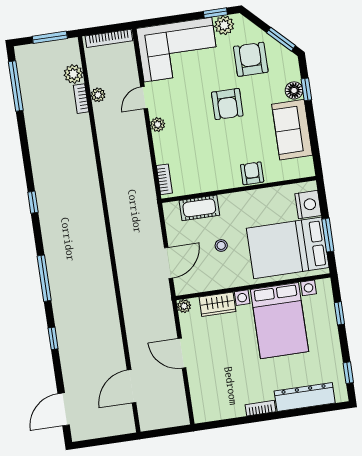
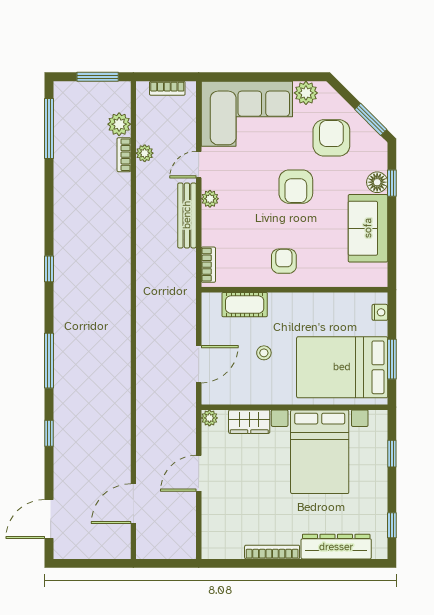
window: (215, 13) -> (298, 77), removed
bookcase: (109, 38) -> (167, 88), width x0.64
bench: (141, 141) -> (187, 215), added
armchair: (252, 173) -> (284, 261), moved
nightstand: (308, 205) -> (380, 312), width x0.53, depth x0.56
door: (182, 353) -> (199, 473), hinge flipped
bookcase: (260, 408) -> (272, 552), width x1.56

